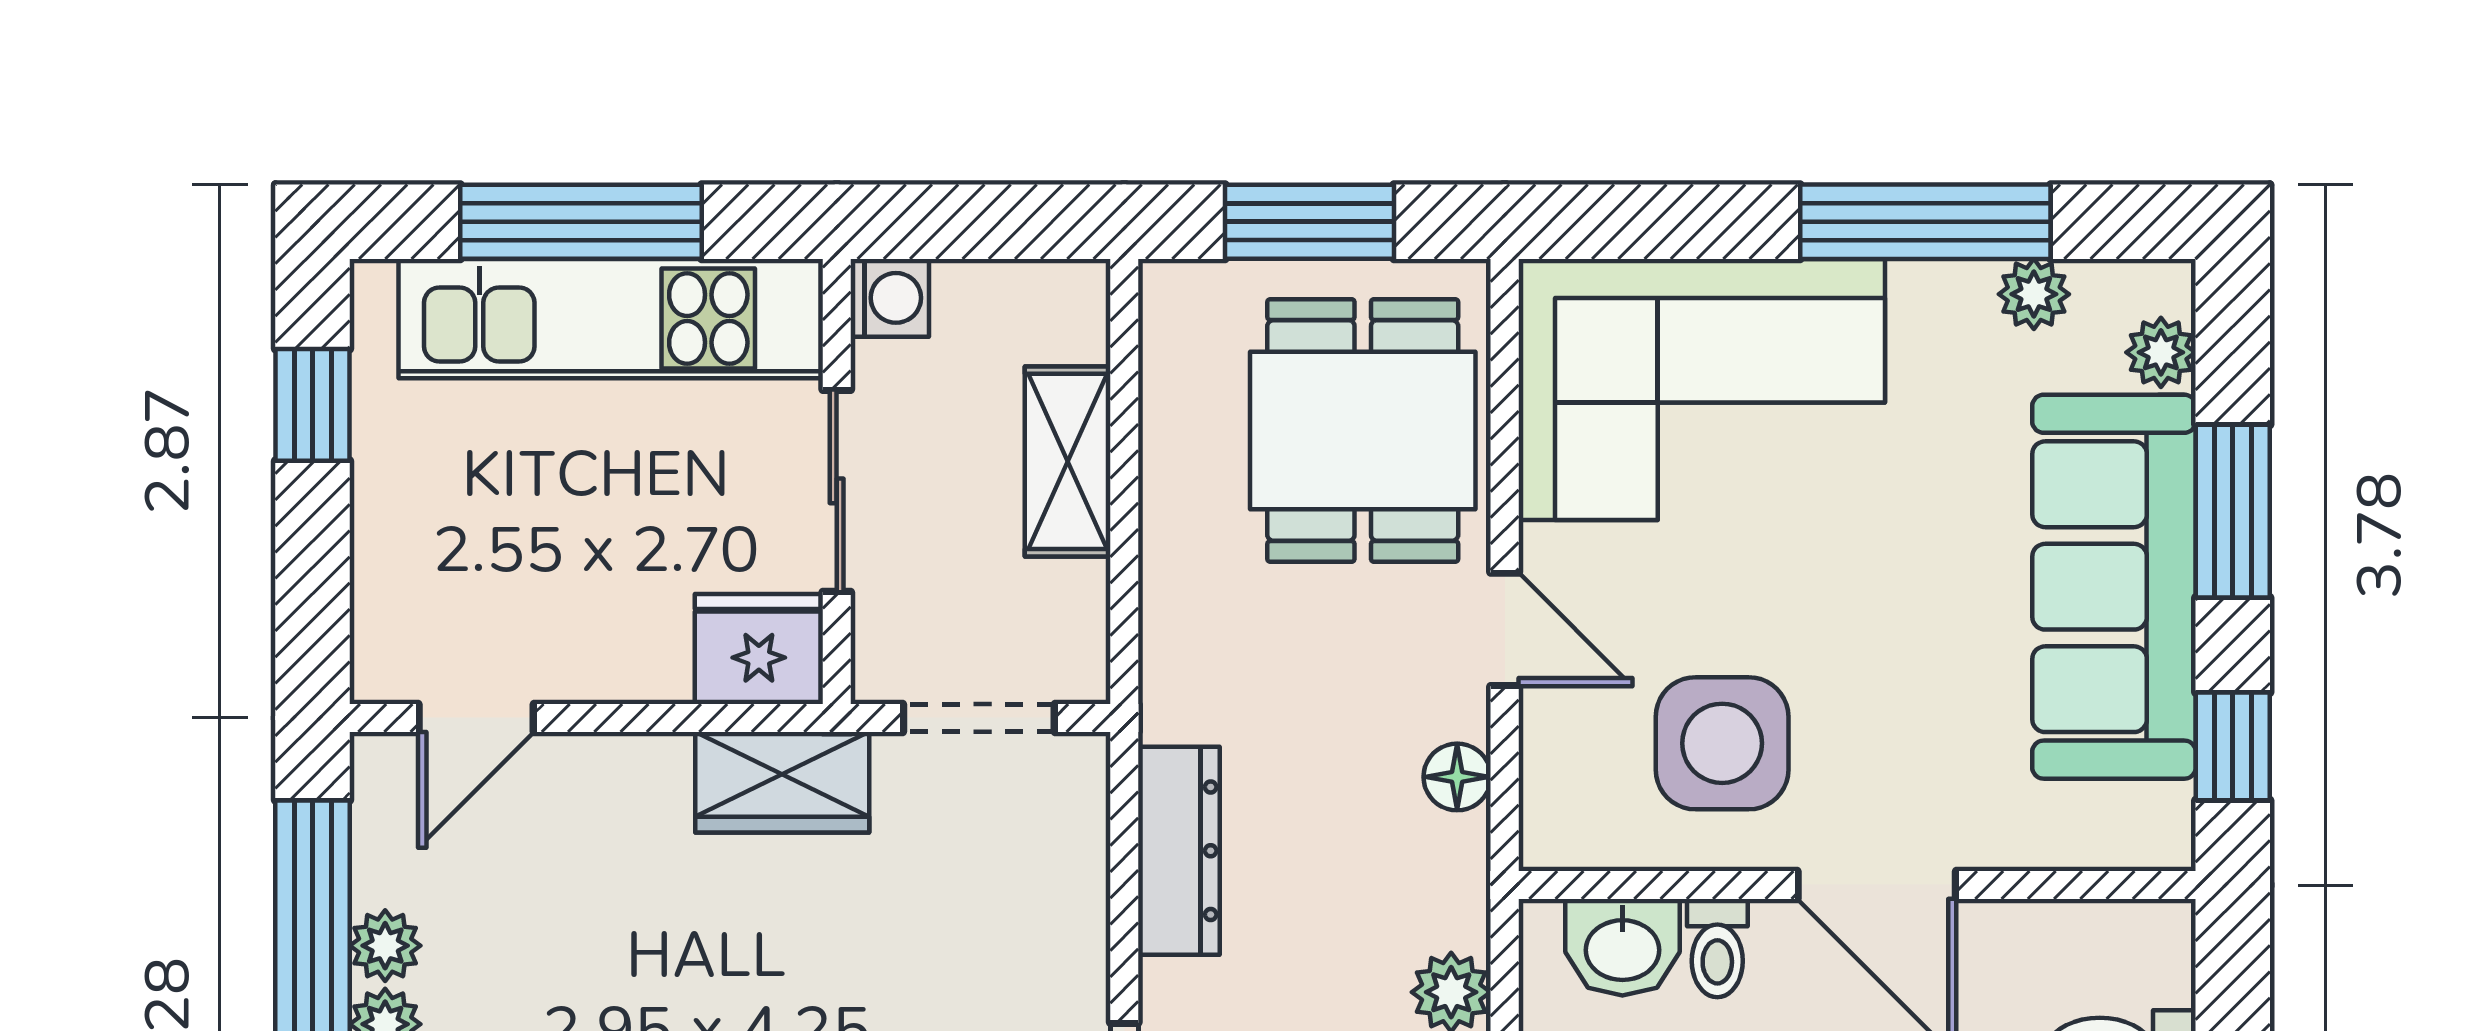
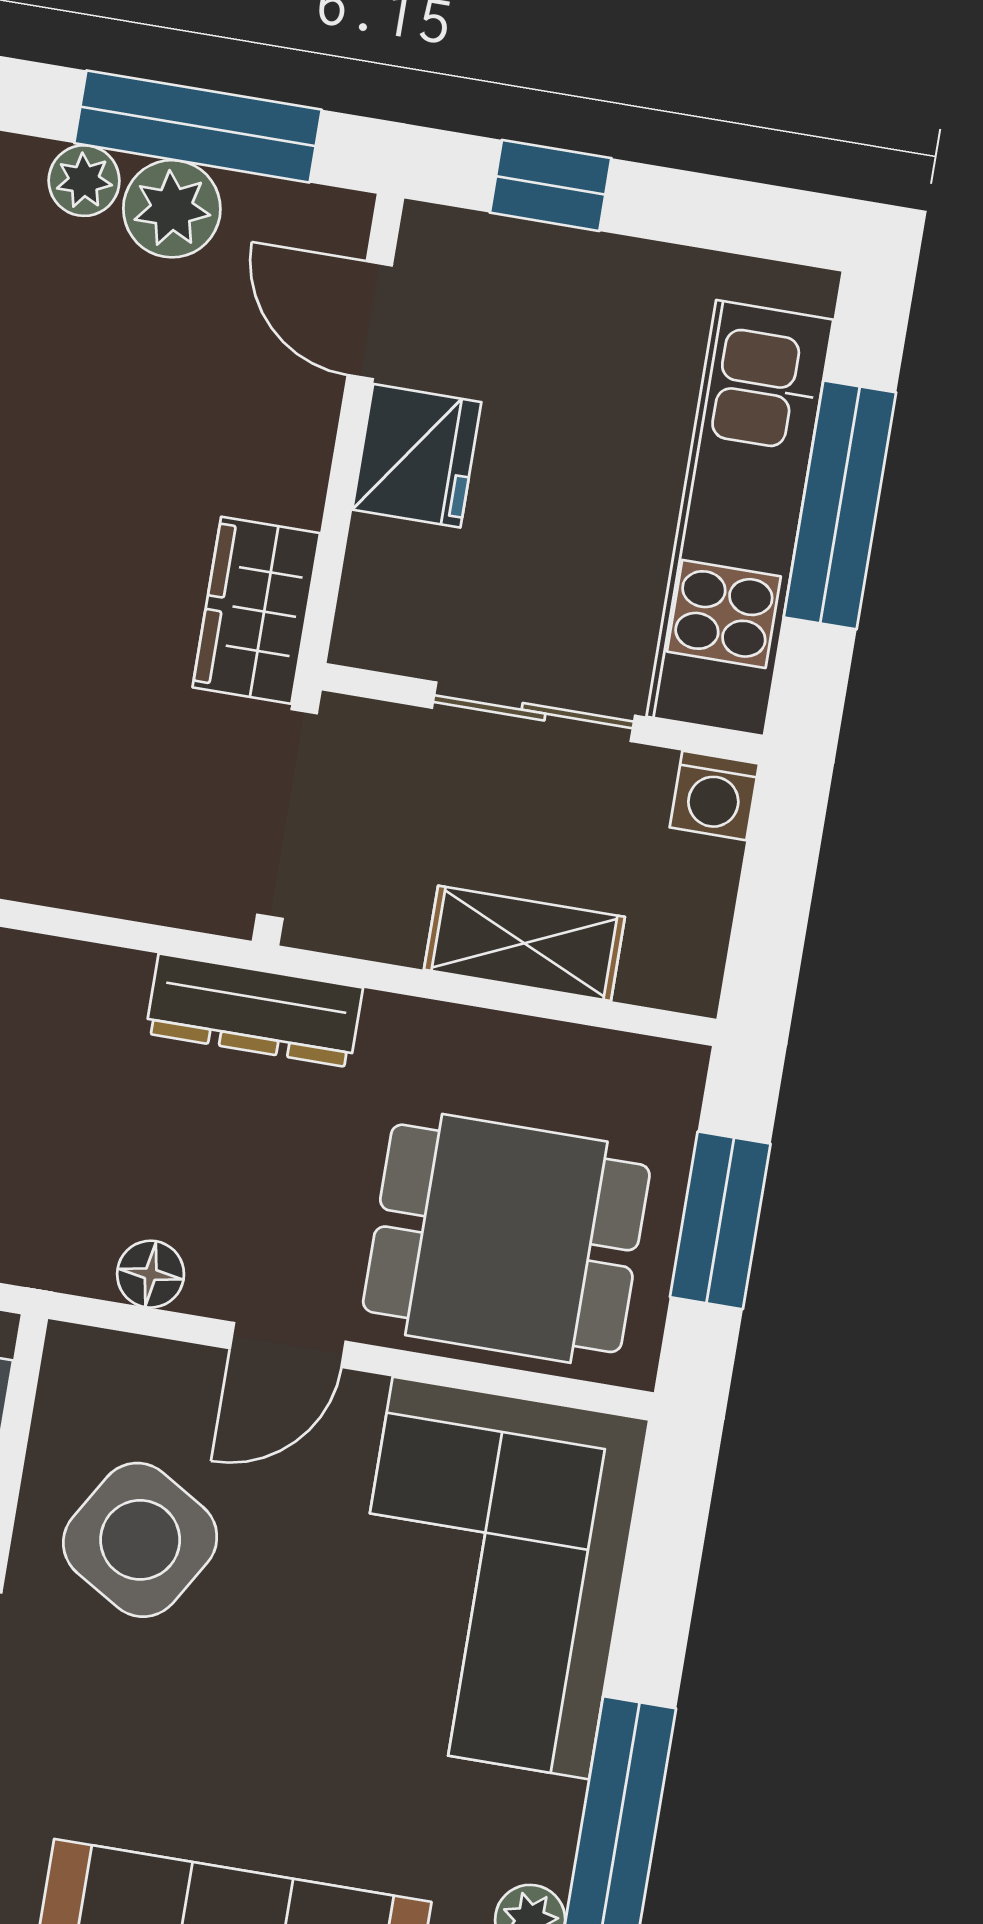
window: (313, 405) -> (551, 185), moved
fridge: (759, 649) -> (417, 456), moved
doorway: (979, 718) -> (287, 814), width x1.38
side table: (1722, 743) -> (140, 1540), turned 31
dresser: (1179, 851) -> (254, 1011), moved
plant: (385, 946) -> (172, 209), width x1.38, depth x1.38

